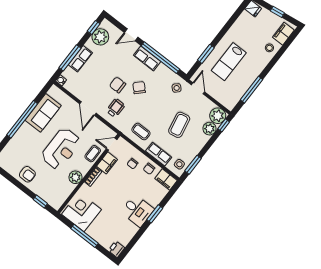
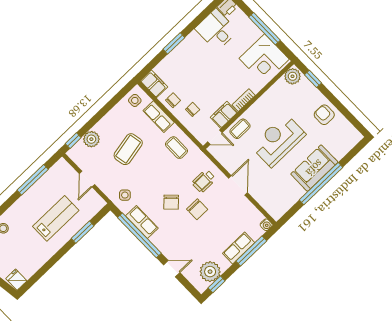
row of seats: (147, 58) -> (142, 222), moved
door: (198, 88) -> (87, 179), moved
sofa: (43, 113) -> (314, 168), moved
plant: (218, 116) -> (79, 154), removed
window: (193, 165) -> (118, 97), removed
plant: (76, 177) -> (293, 76), moved
desk: (137, 211) -> (216, 30), moved

